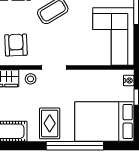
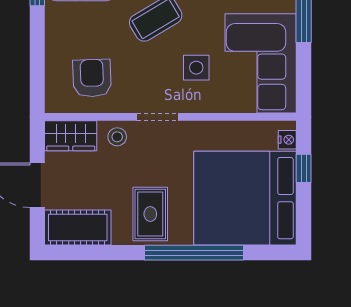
side table: (76, 39) -> (196, 68), added
bed: (104, 121) -> (245, 198), width x1.36

